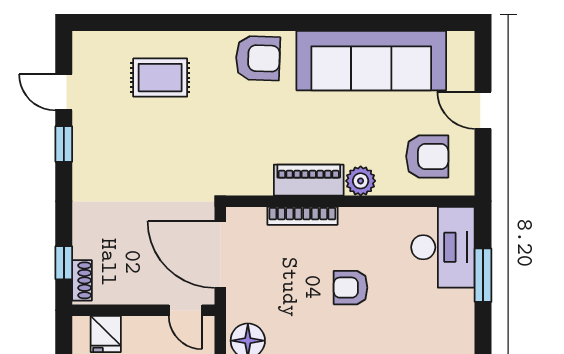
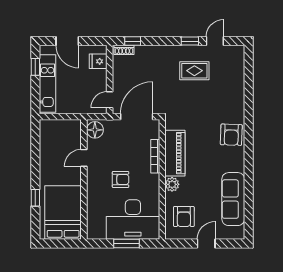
sofa: (371, 61) -> (233, 199), width x0.74, depth x0.79
rug: (160, 78) -> (194, 71), moved, turned 90
piano: (309, 180) -> (175, 153), width x1.37, depth x1.33
desk: (443, 247) -> (133, 219), width x1.36, depth x1.30
armchair: (351, 288) -> (121, 179), turned 90

